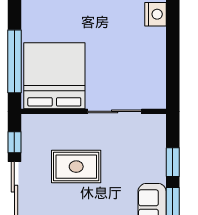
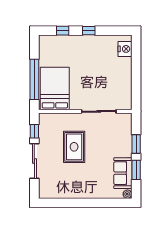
bed: (54, 76) -> (55, 88), width x0.73
rug: (76, 167) -> (74, 147), turned 90

